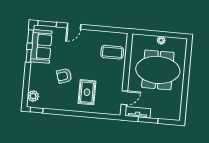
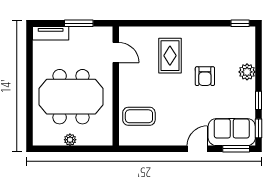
sofa: (41, 46) -> (232, 132), moved, turned 90
armchair: (64, 76) -> (205, 76), turned 108
plant: (33, 96) -> (247, 72), moved
door: (124, 98) -> (116, 53), swing flipped
tv unit: (138, 112) -> (51, 33), moved

